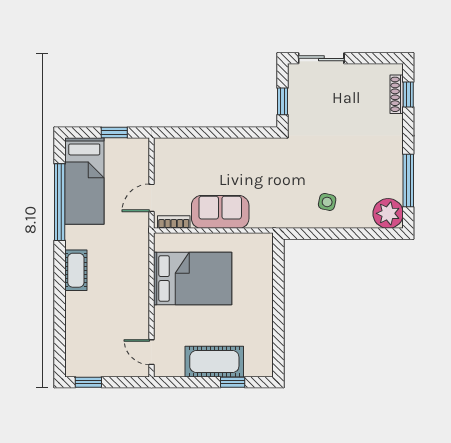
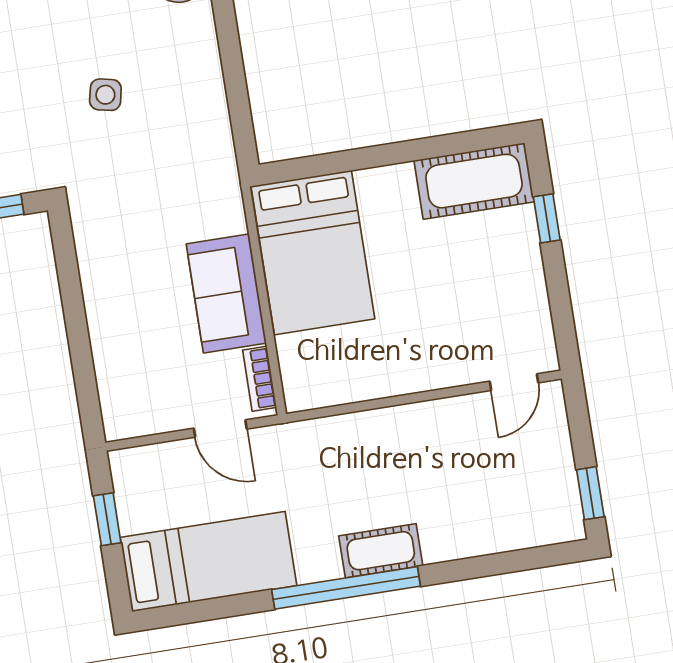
window: (60, 202) -> (346, 588), moved
side table: (327, 202) -> (105, 95), moved
bed: (193, 279) -> (313, 253), moved, turned 180
cot: (214, 362) -> (474, 181), moved, turned 90

